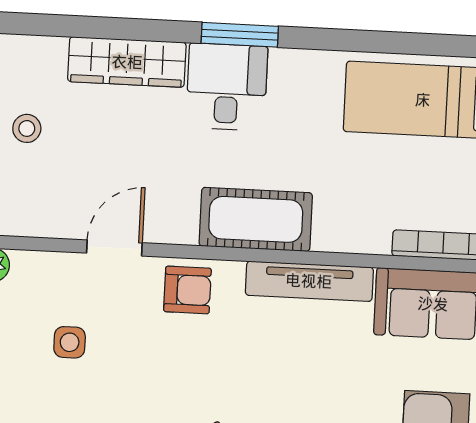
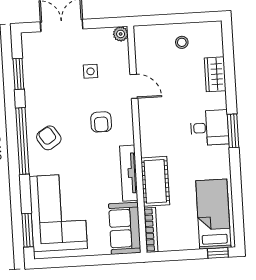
wardrobe: (127, 62) -> (215, 74), width x0.67
cot: (256, 219) -> (155, 181), moved
armchair: (187, 290) -> (101, 122), moved

